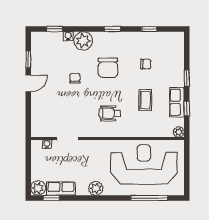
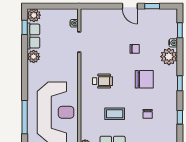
chair: (108, 68) -> (144, 79), turned 180
wheelchair: (110, 113) -> (102, 81), turned 90
plant: (96, 188) -> (34, 57), moved

